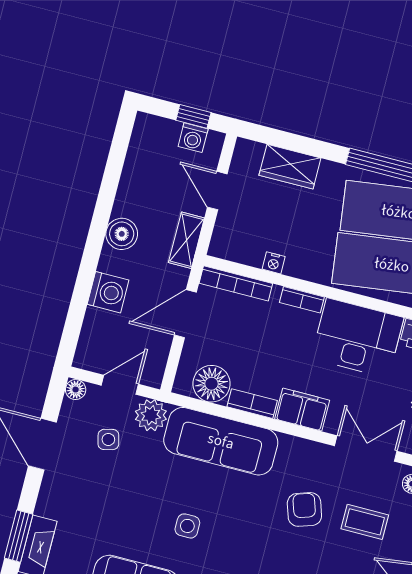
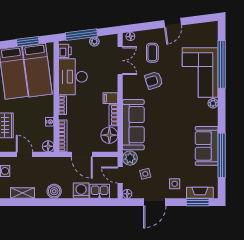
door: (217, 191) -> (24, 154), swing flipped
shelving: (186, 240) -> (23, 193), moved
floor lamp: (222, 246) -> (48, 146), added
kitchen sink: (96, 332) -> (100, 191), added
filing cabinet: (302, 410) -> (110, 98), width x0.50
double door: (366, 448) -> (120, 61), swing flipped
side table: (187, 526) -> (175, 184), moved

